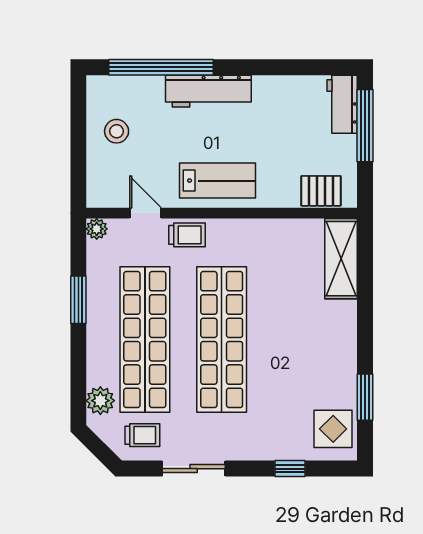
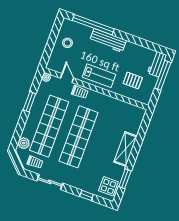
pallet: (321, 191) -> (133, 80), moved
shelving: (341, 259) -> (126, 149), moved

